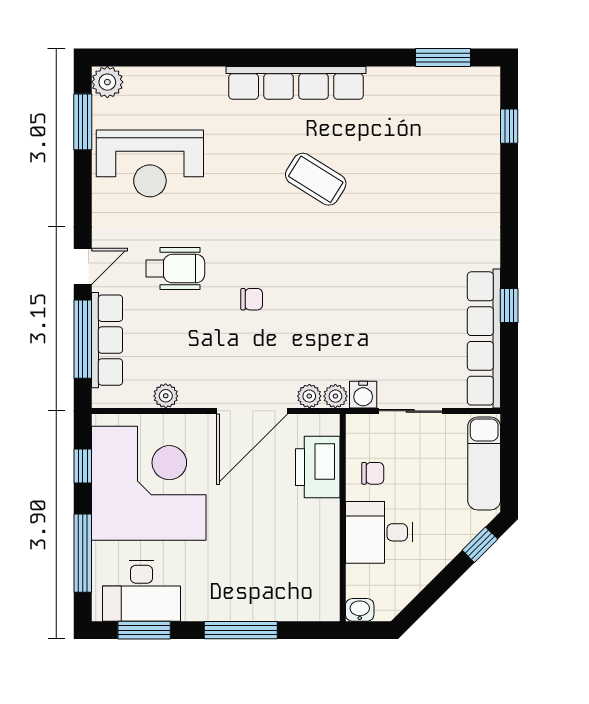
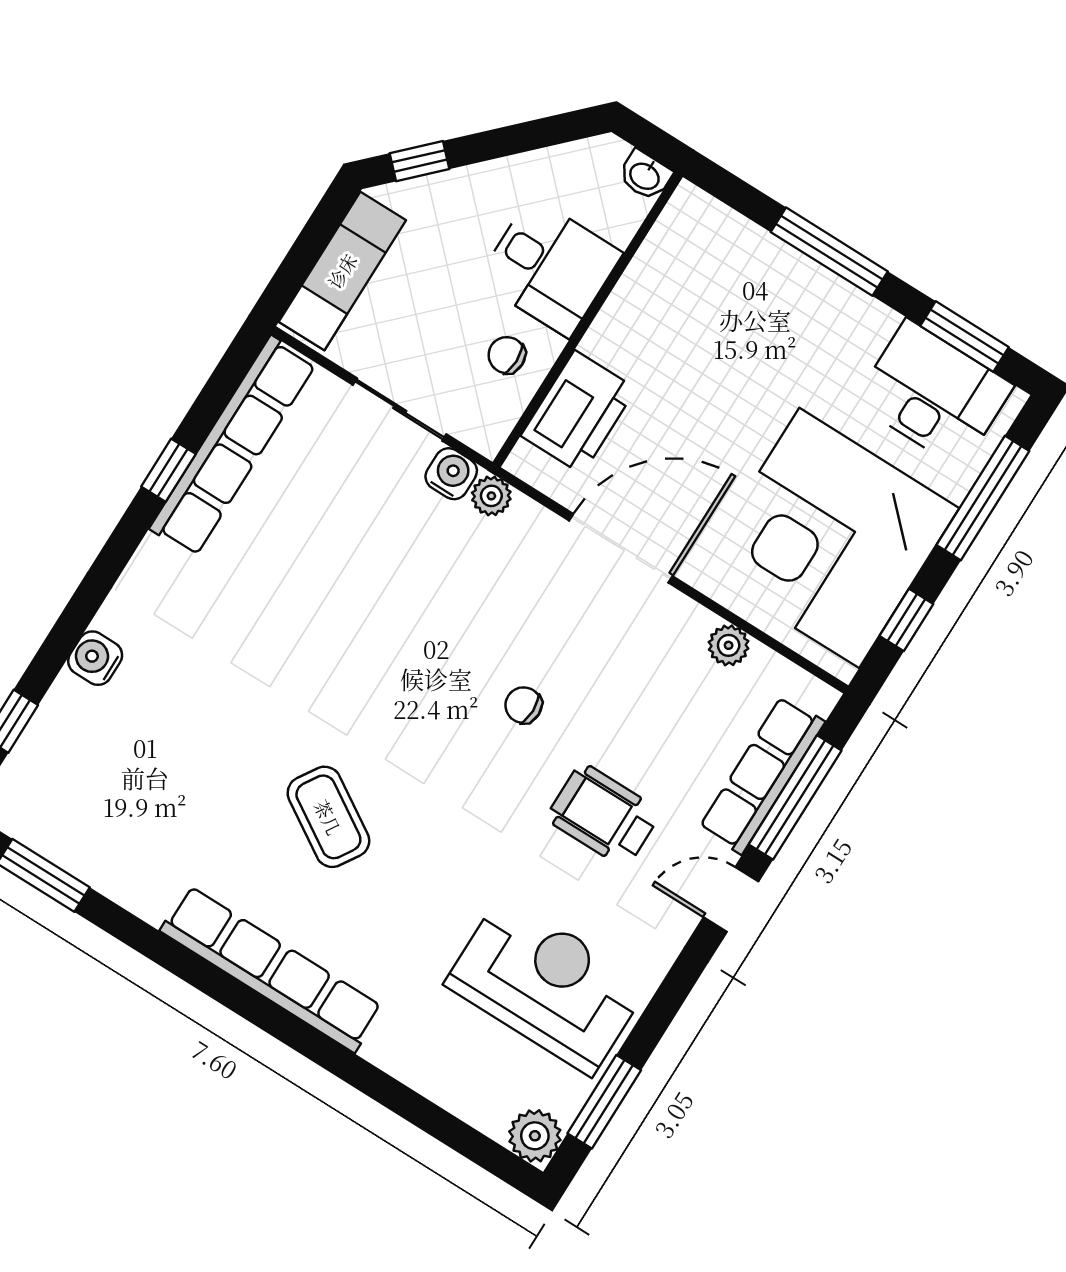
water cooler: (486, 186) -> (95, 658), added
plant: (309, 396) -> (528, 519), removed

